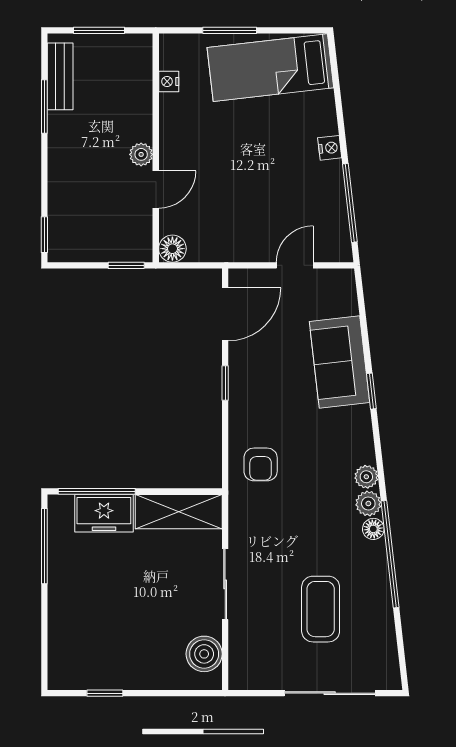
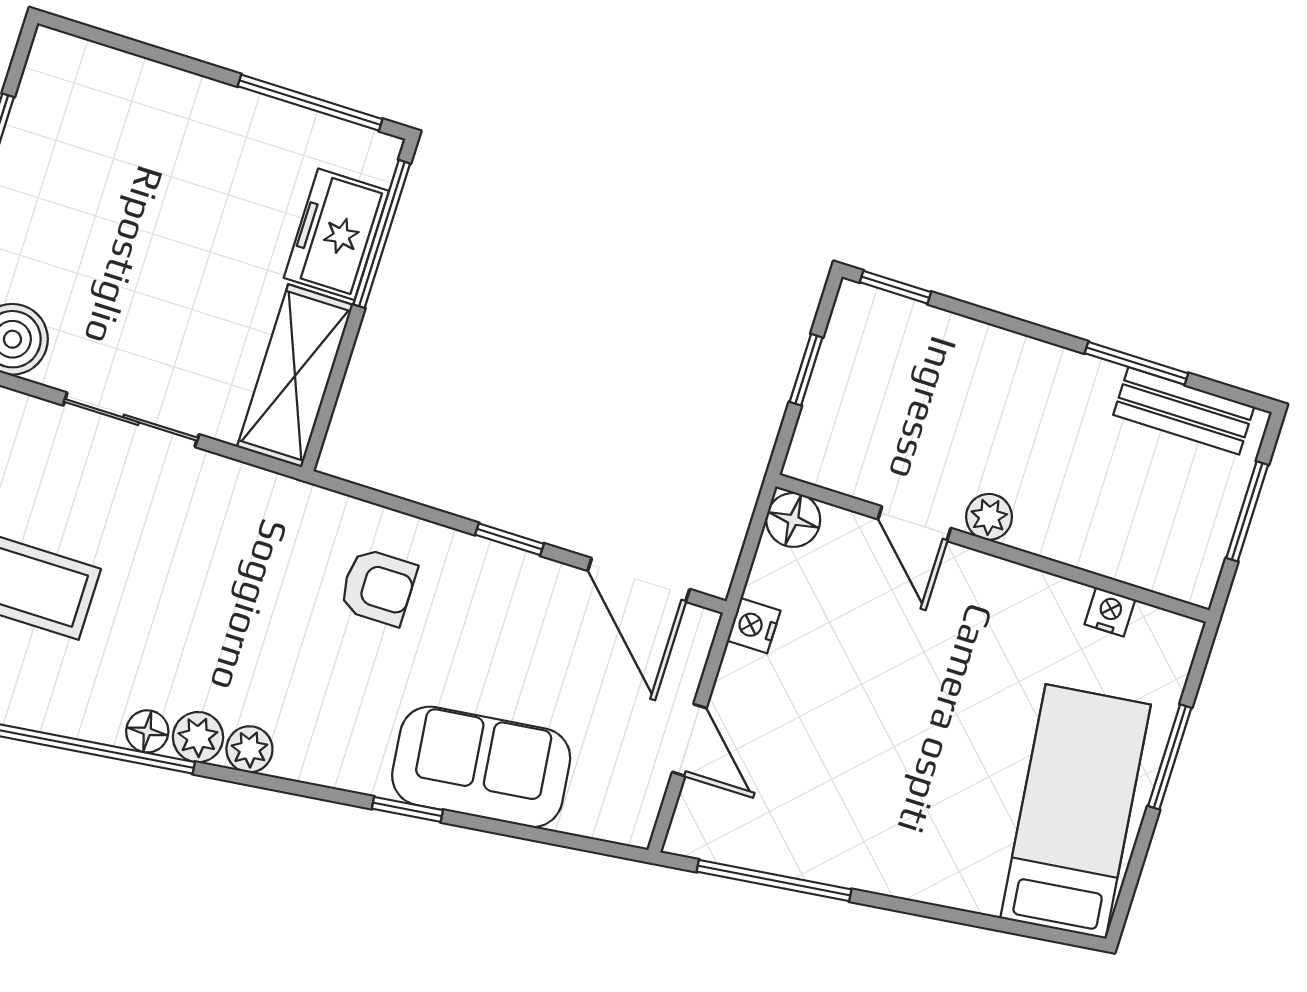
nightstand: (330, 148) -> (754, 626), moved, turned 97
window: (126, 265) -> (806, 370), moved
armchair: (261, 464) -> (378, 587), moved, turned 180

